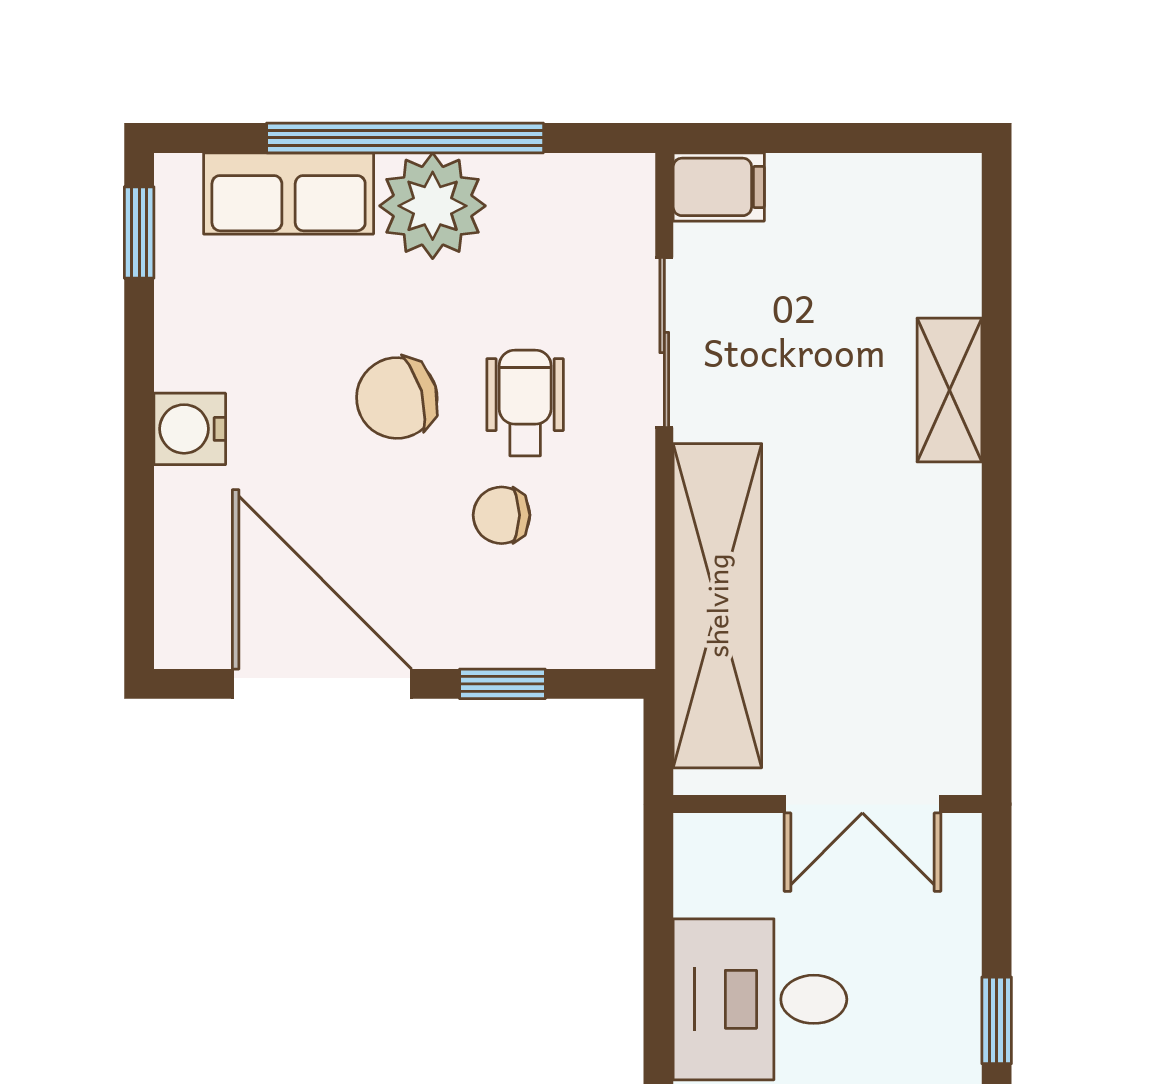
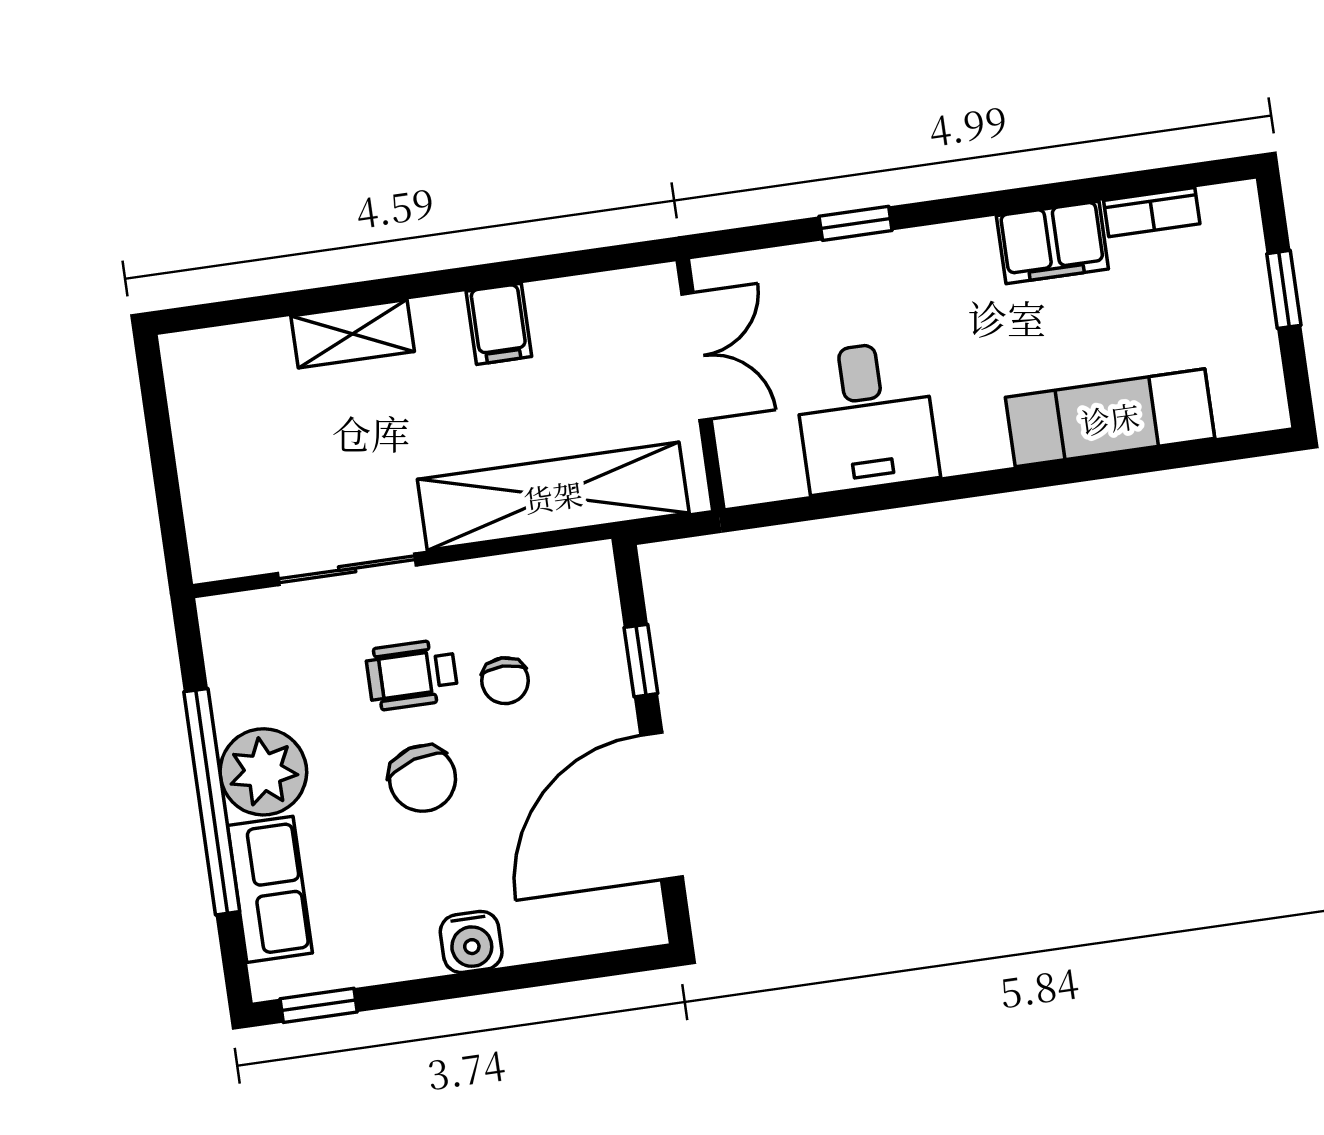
filing cabinet: (719, 187) -> (499, 324), moved, turned 180

